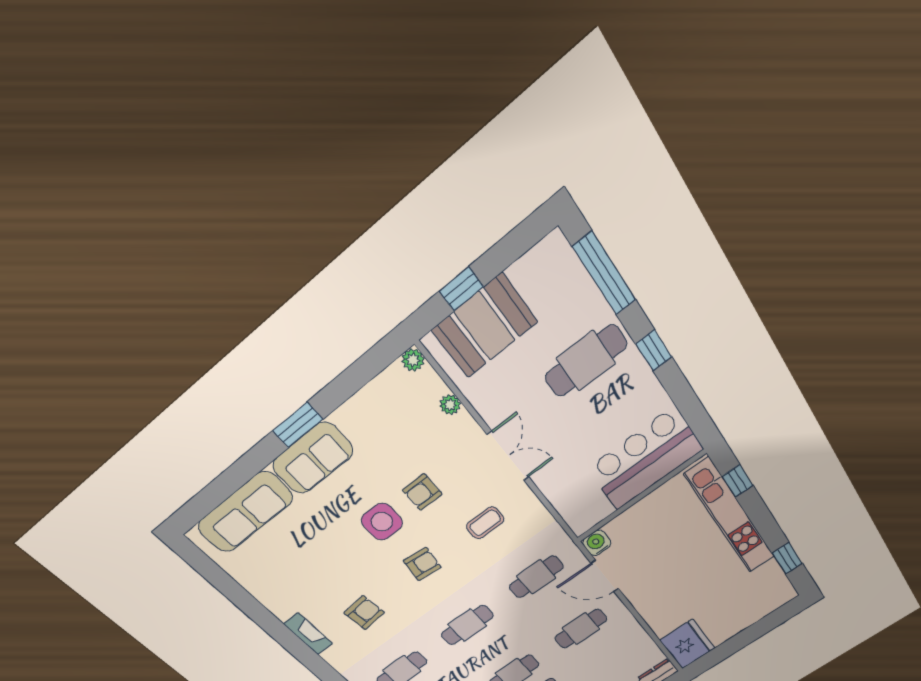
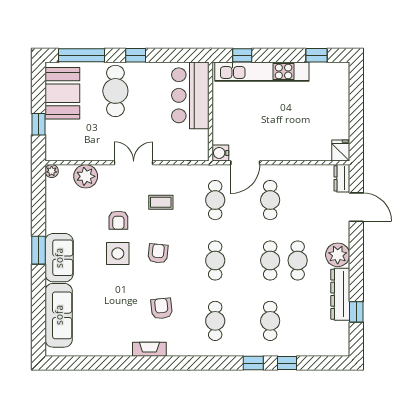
booth: (485, 326) -> (62, 93), moved
plant: (450, 405) -> (86, 176), width x1.88, depth x1.88
coffee table: (485, 523) -> (161, 202), turned 90
fridge: (687, 644) -> (341, 151), width x0.53, depth x0.75

